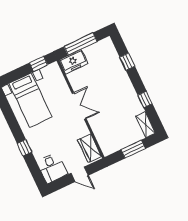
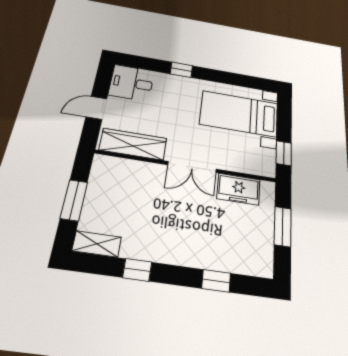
window: (81, 44) -> (283, 227), width x0.69
freezer: (73, 62) -> (239, 189), moved, turned -90
wardrobe: (90, 148) -> (133, 144), width x1.50

